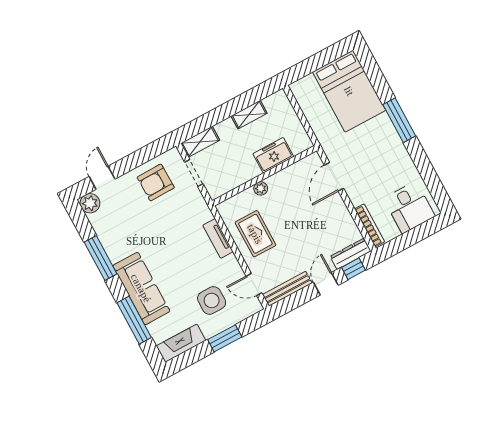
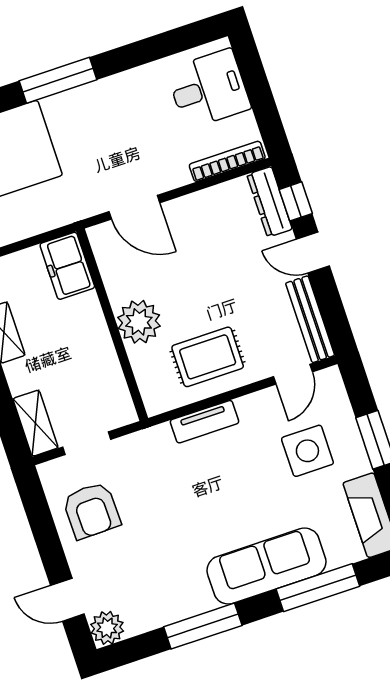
freezer: (273, 155) -> (67, 266), moved
plant: (261, 188) -> (139, 322), width x1.88, depth x1.88

